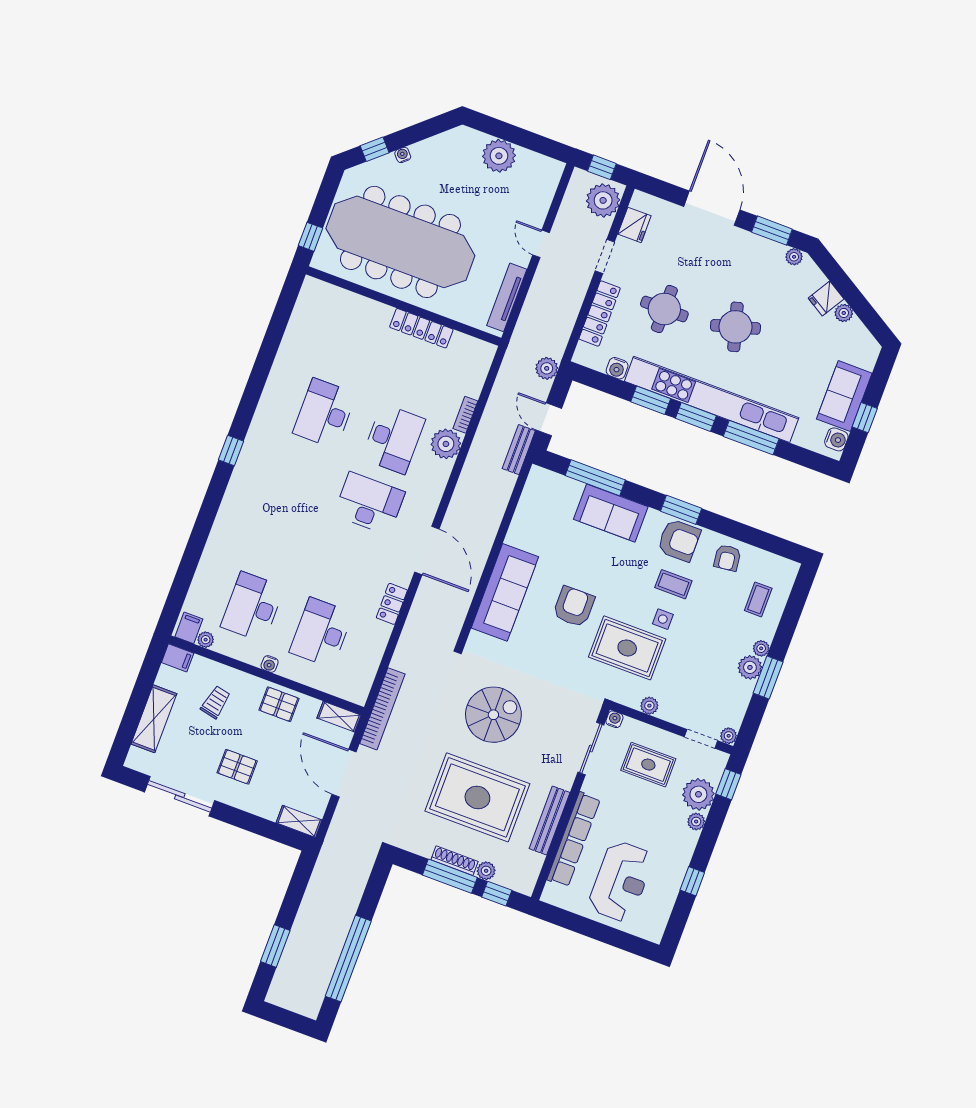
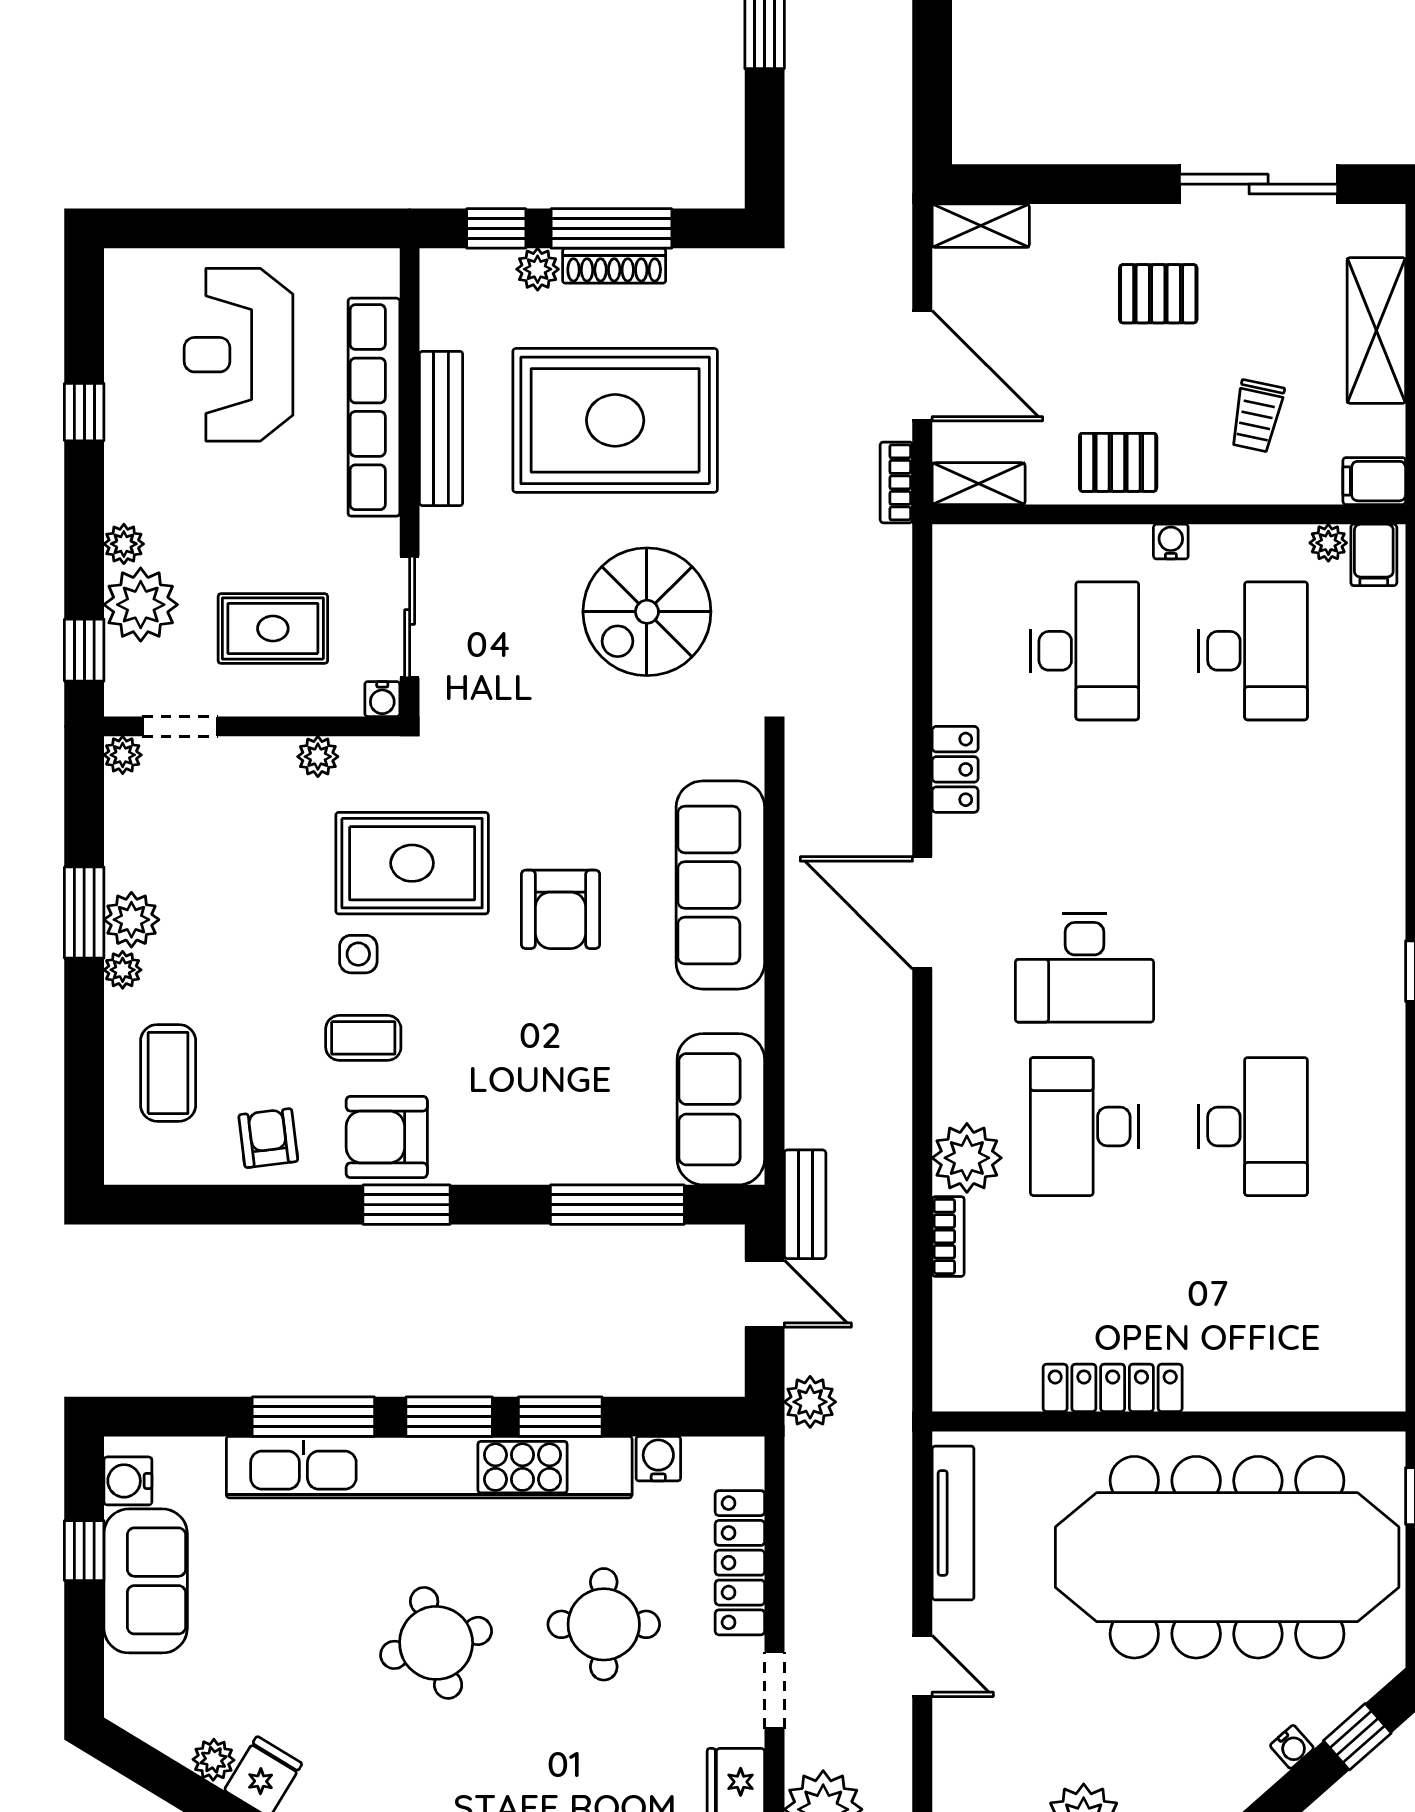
sofa: (611, 513) -> (721, 1109), moved, turned -90
coffee table: (758, 599) -> (168, 1073), width x1.36, depth x1.30
bookcase: (382, 709) -> (896, 482), width x0.43, depth x0.76

